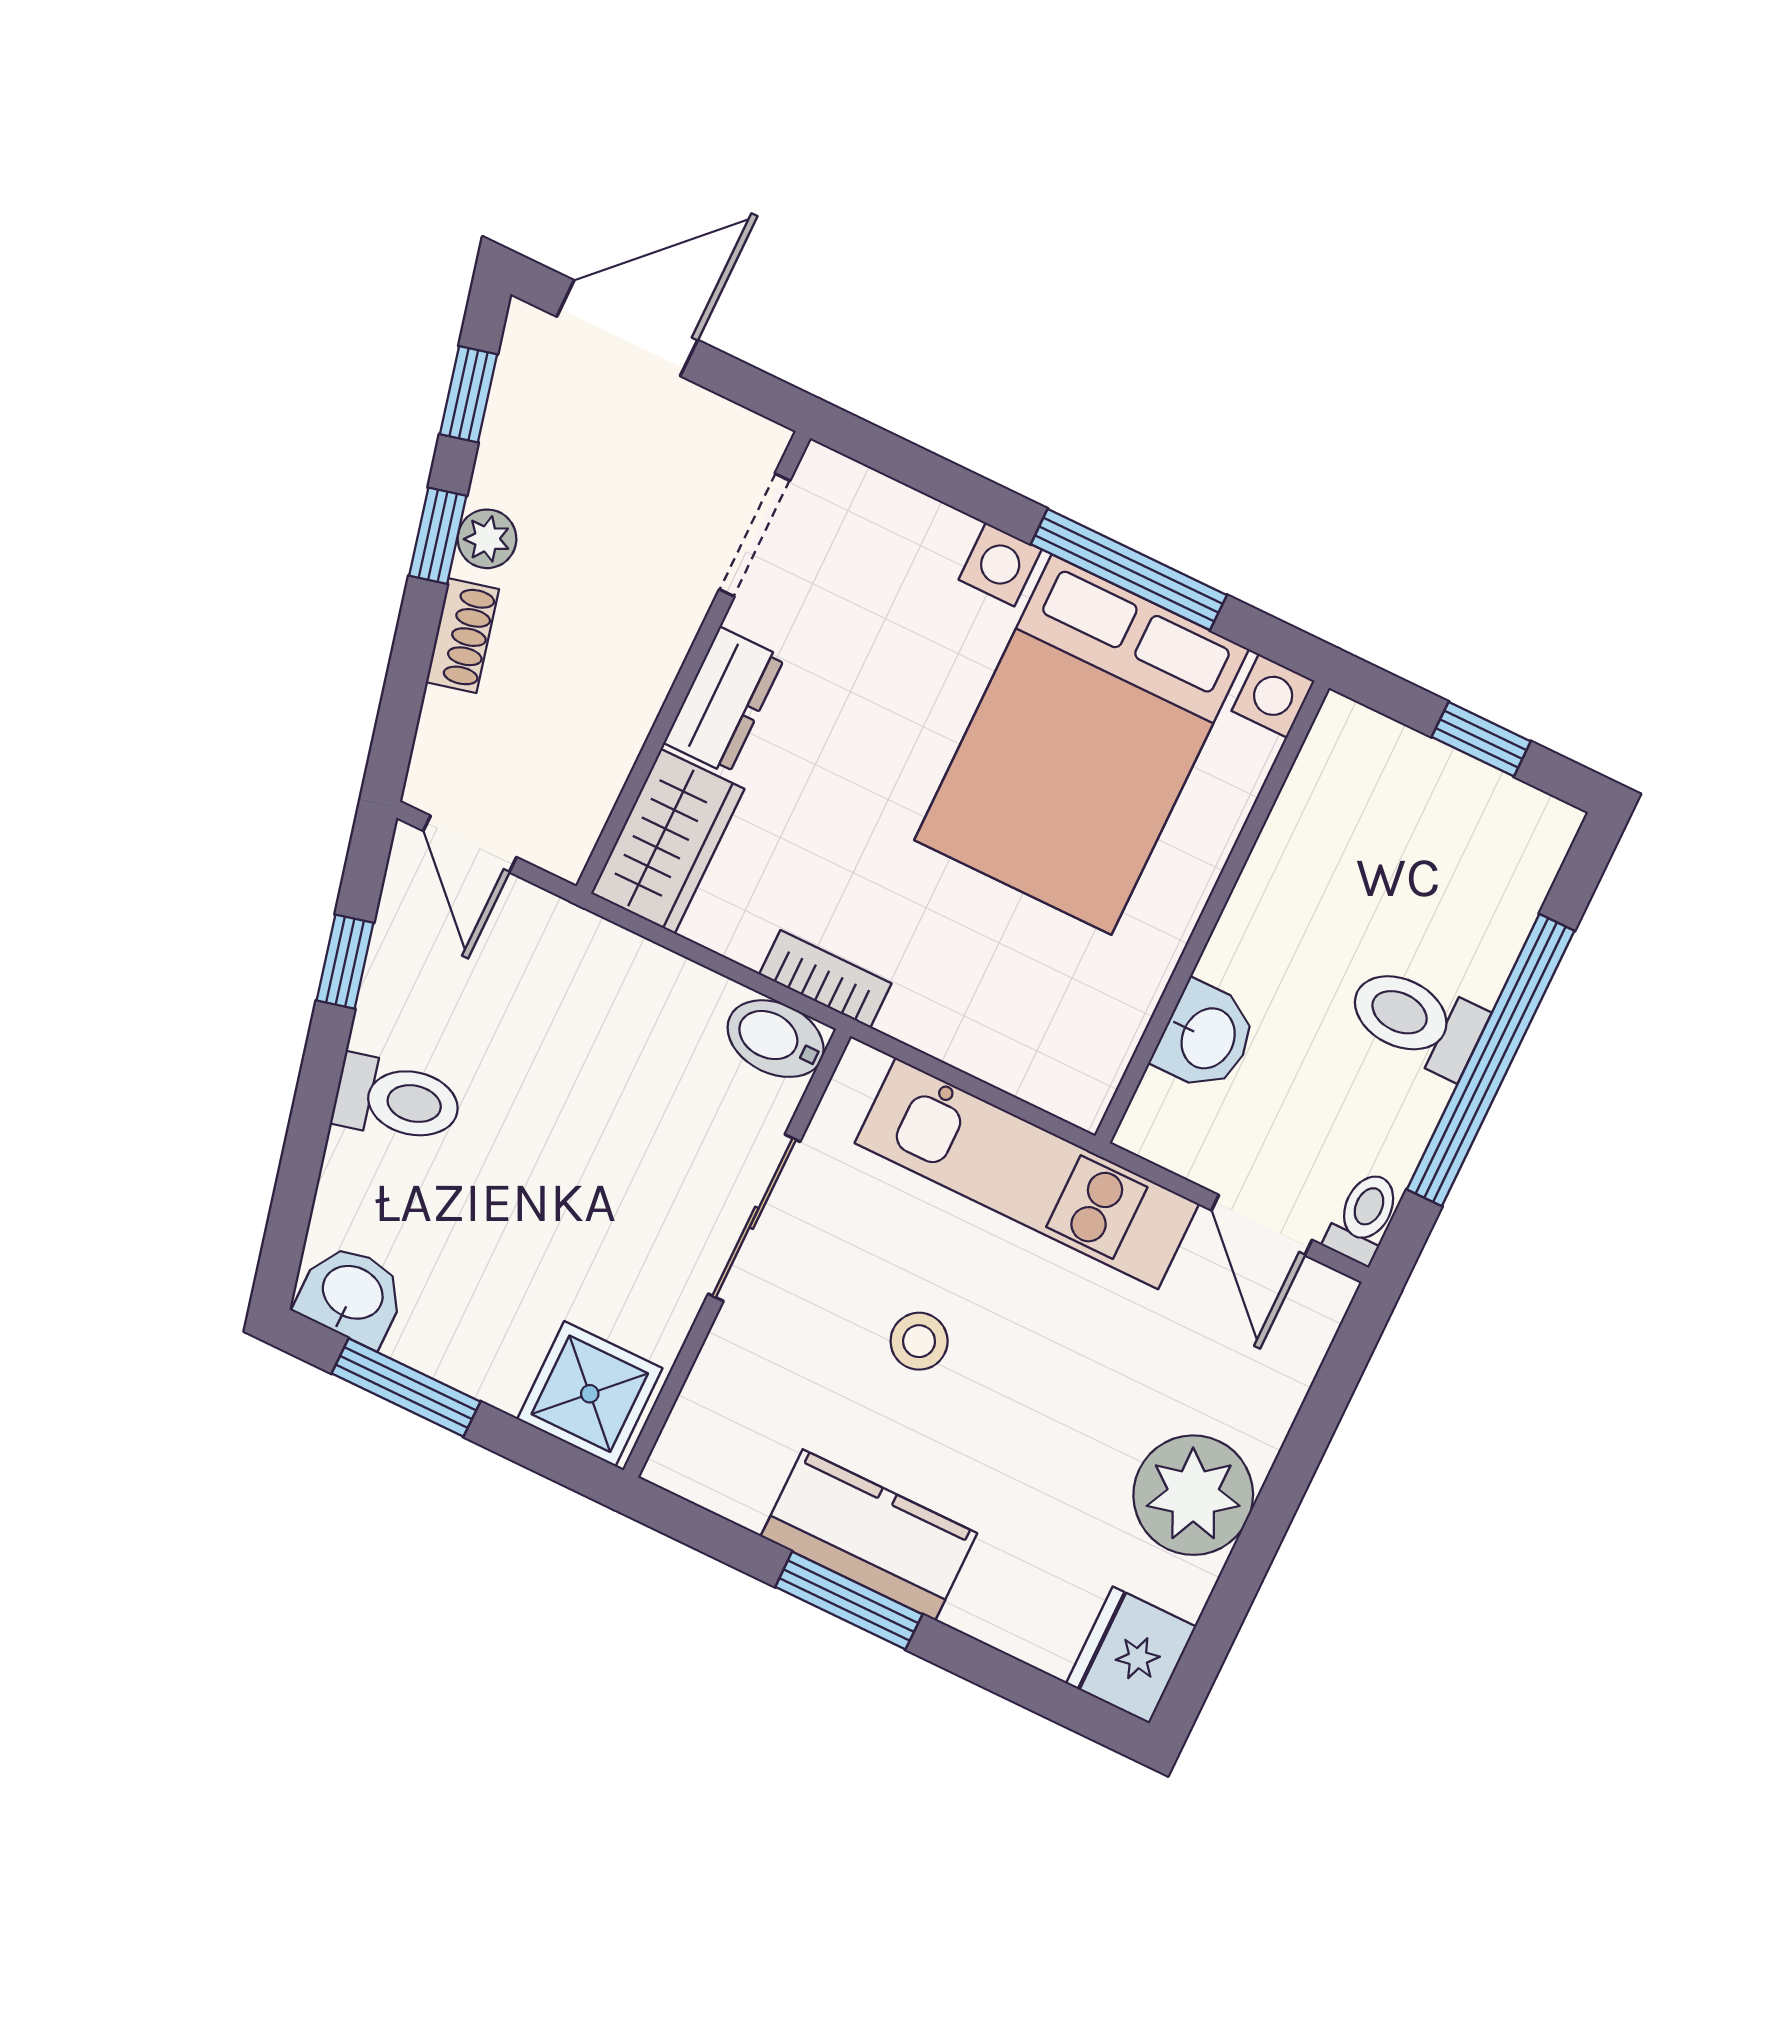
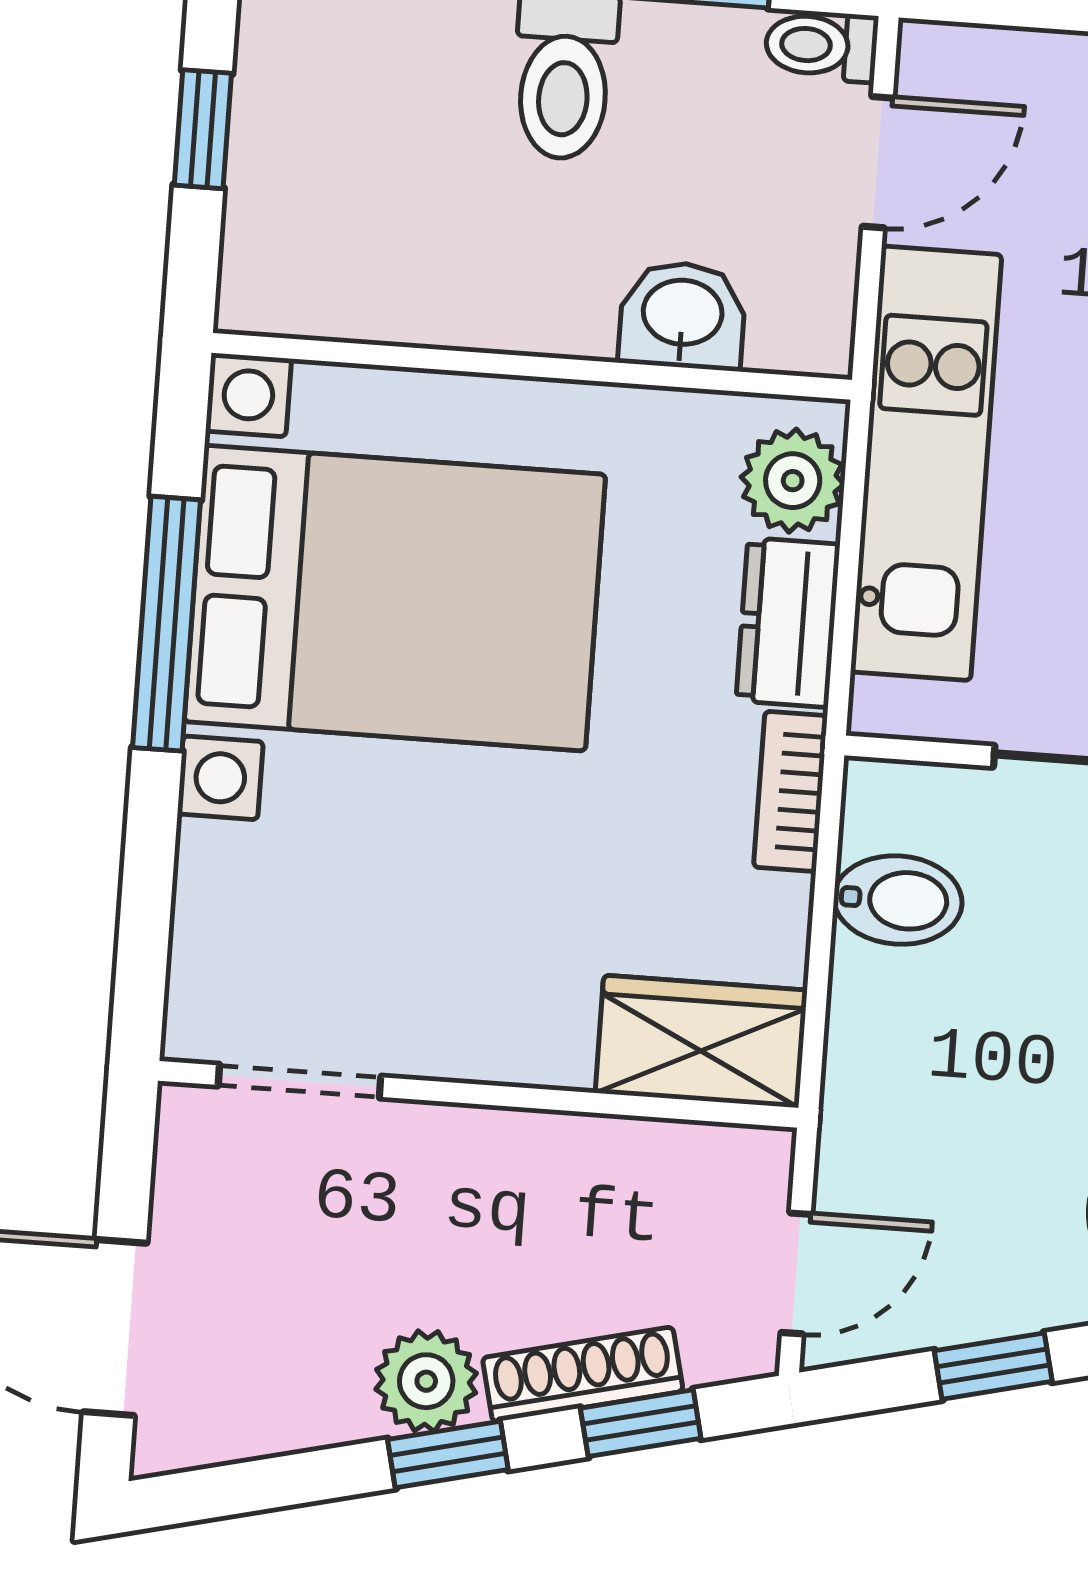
window: (469, 394) -> (641, 1423), moved
plant: (487, 539) -> (426, 1381), width x1.38, depth x1.38
shoe rack: (462, 636) -> (583, 1374), width x1.43
dresser: (724, 700) -> (788, 623), moved, turned -90
bidet: (776, 1039) -> (898, 900), moved, turned -90
plant: (1053, 1070) -> (793, 481), added

